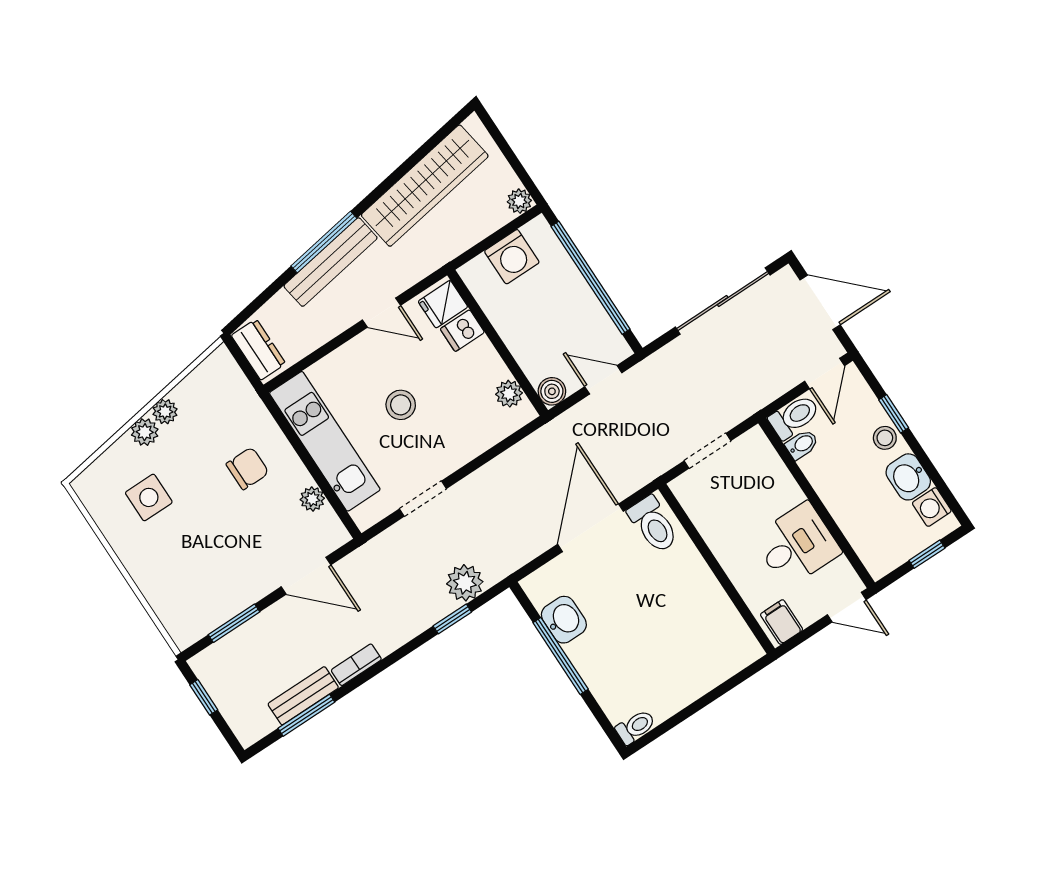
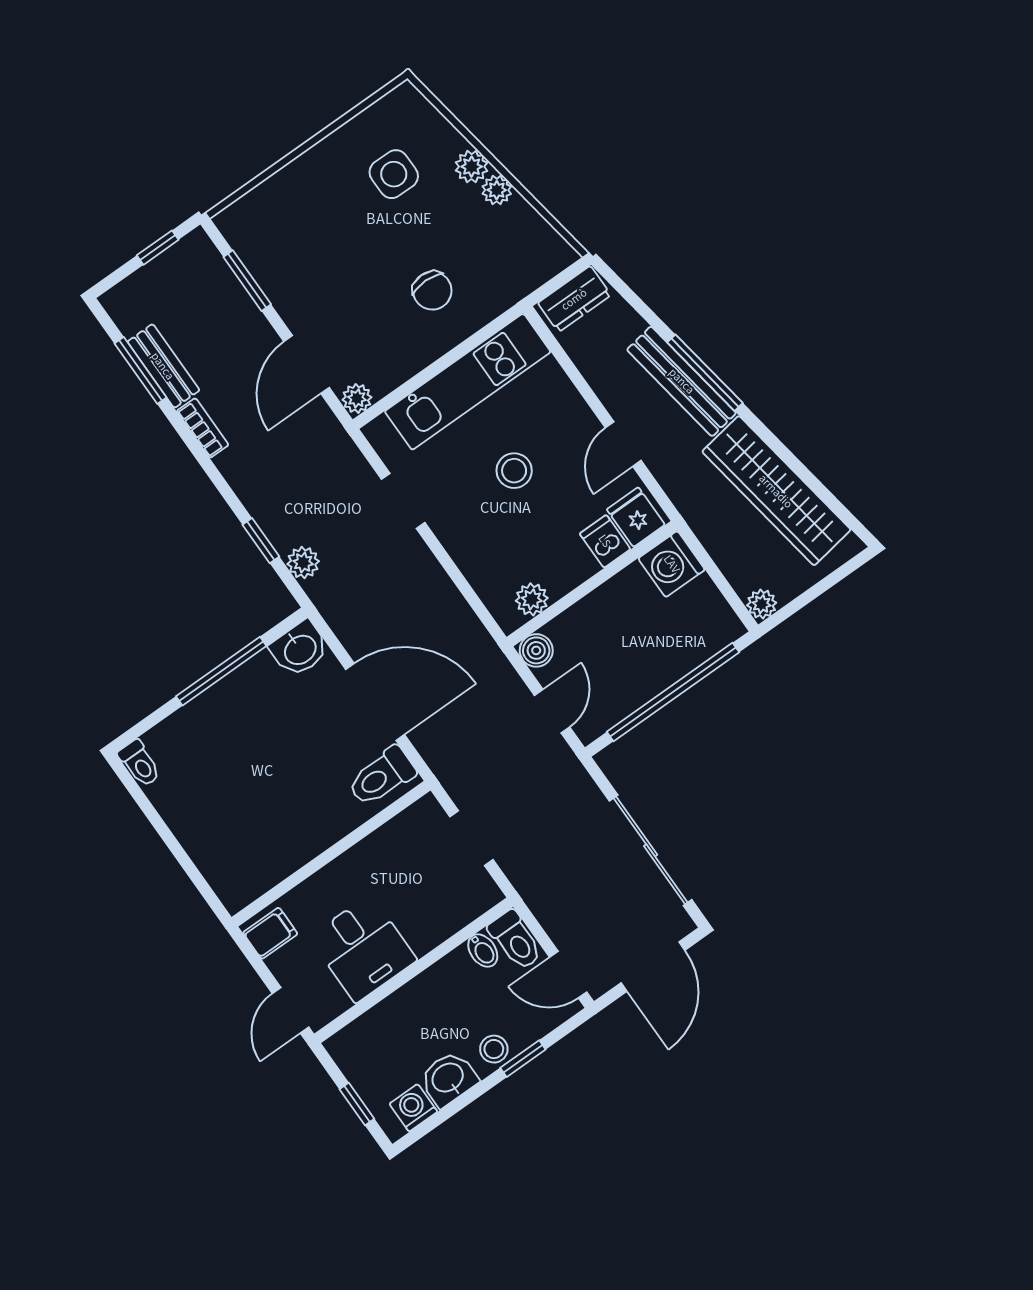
washing machine: (512, 257) -> (672, 564), moved
plant: (312, 499) -> (357, 398), moved
plant: (465, 583) -> (303, 563), width x0.73, depth x0.73
washbasin: (564, 620) -> (300, 649), moved

